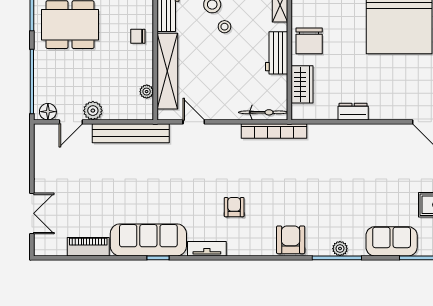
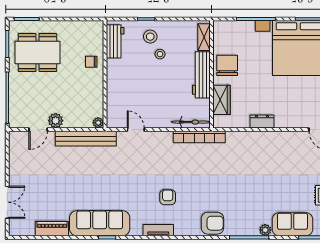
chair: (309, 41) -> (227, 65), turned 180
workbench: (277, 53) -> (201, 75), width x1.37
shelving: (167, 71) -> (115, 89), removed
plant: (147, 92) -> (98, 123), moved
floor lamp: (48, 112) -> (20, 122), removed
armchair: (291, 240) -> (212, 223), turned 90
tv unit: (207, 249) -> (158, 230), moved
plant: (340, 249) -> (265, 230), moved

